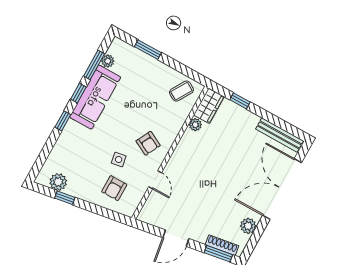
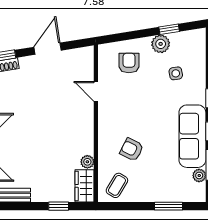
armchair: (148, 143) -> (132, 150), moved
side table: (119, 160) -> (176, 73), moved
plant: (58, 182) -> (161, 44), moved

